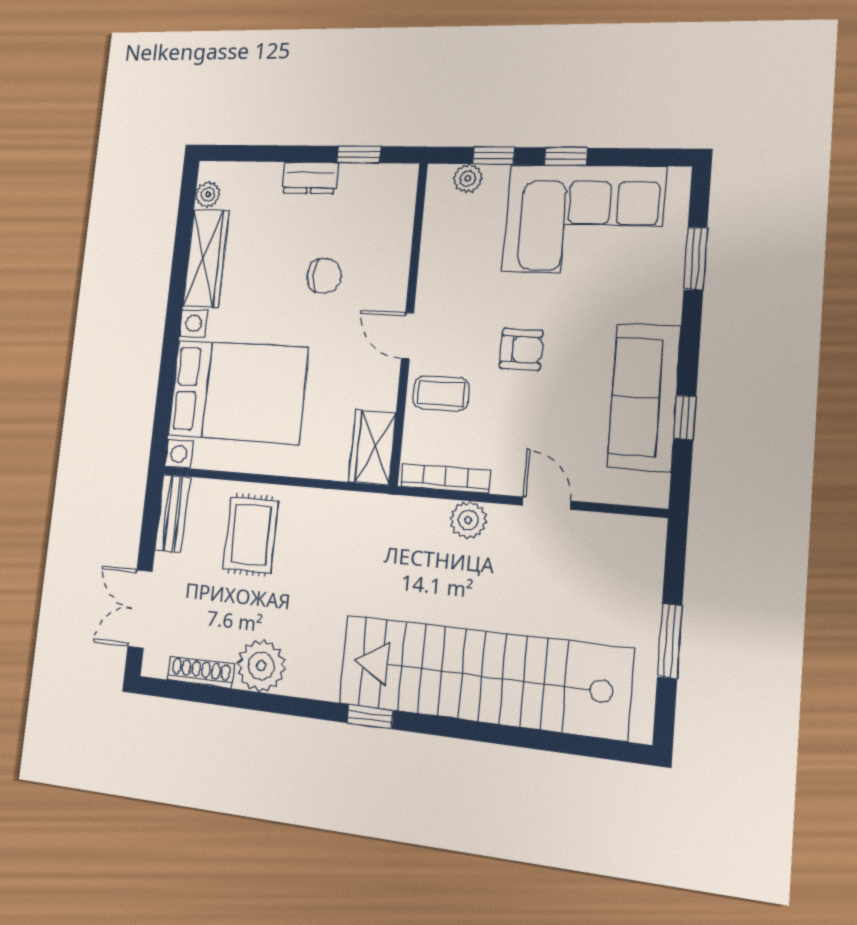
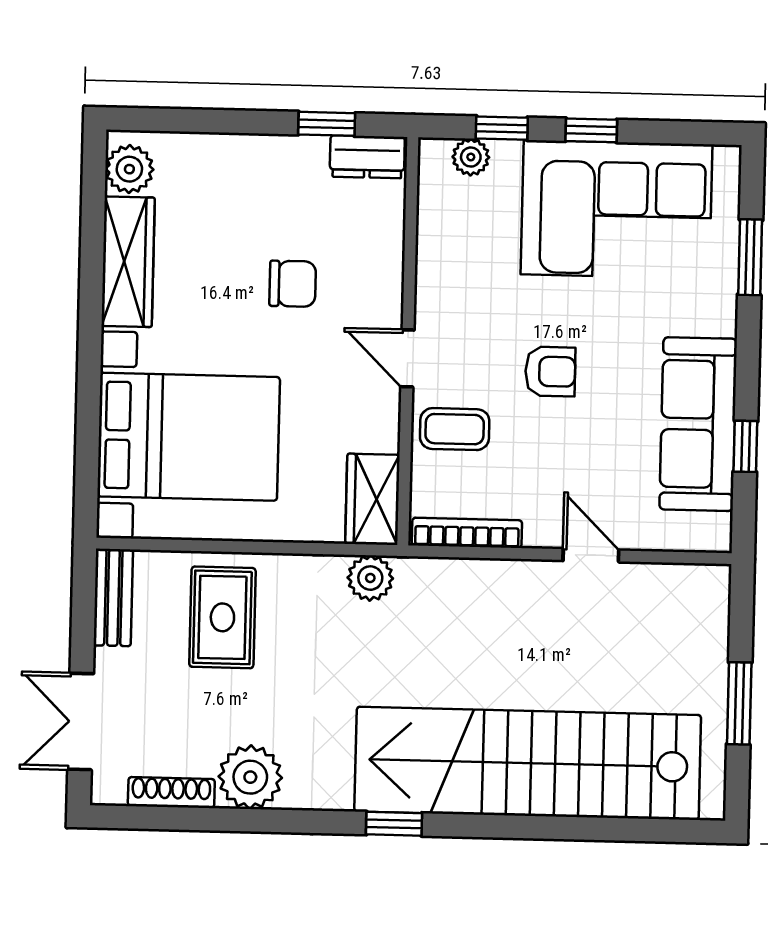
dresser: (310, 178) -> (367, 157), moved
plant: (208, 194) -> (129, 169), width x1.38, depth x1.38
plant: (468, 520) -> (370, 578), moved

